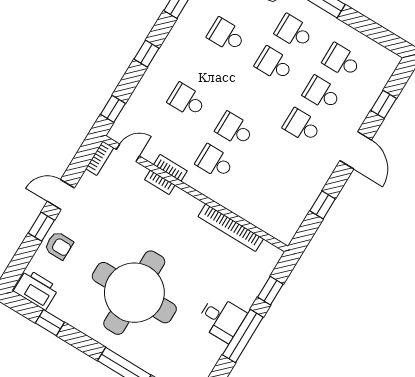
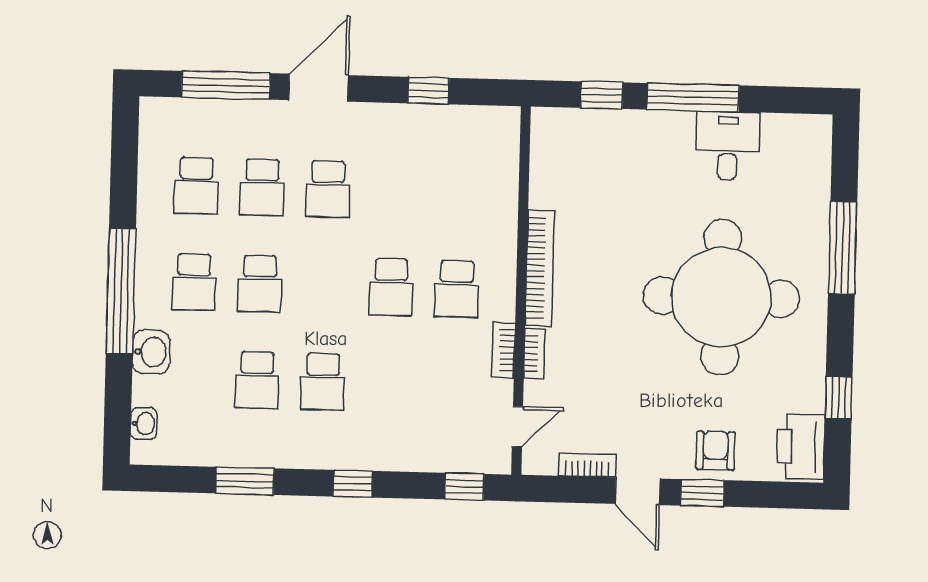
school desk: (187, 100) -> (323, 382), moved
window: (384, 104) -> (226, 85), width x2.17
door: (128, 153) -> (517, 427), swing flipped
bookcase: (100, 158) -> (587, 465), moved
bookcase: (231, 228) -> (540, 268), moved
desk: (221, 319) -> (728, 146), moved

